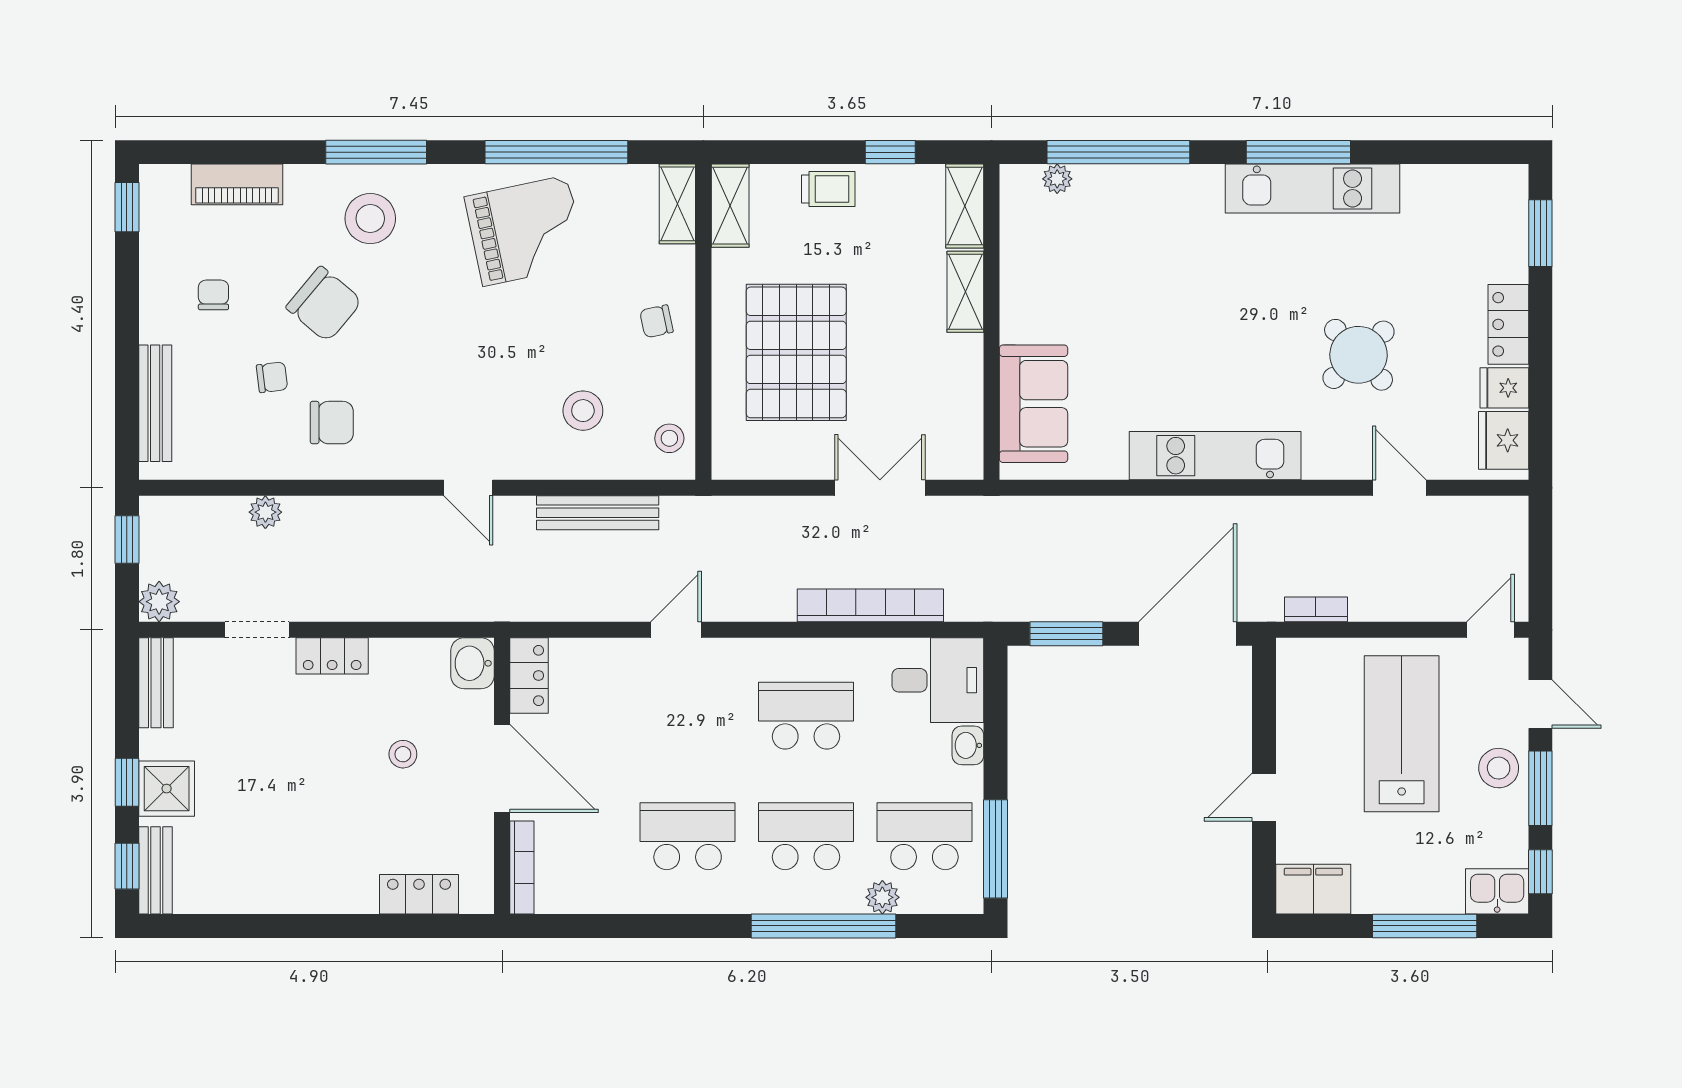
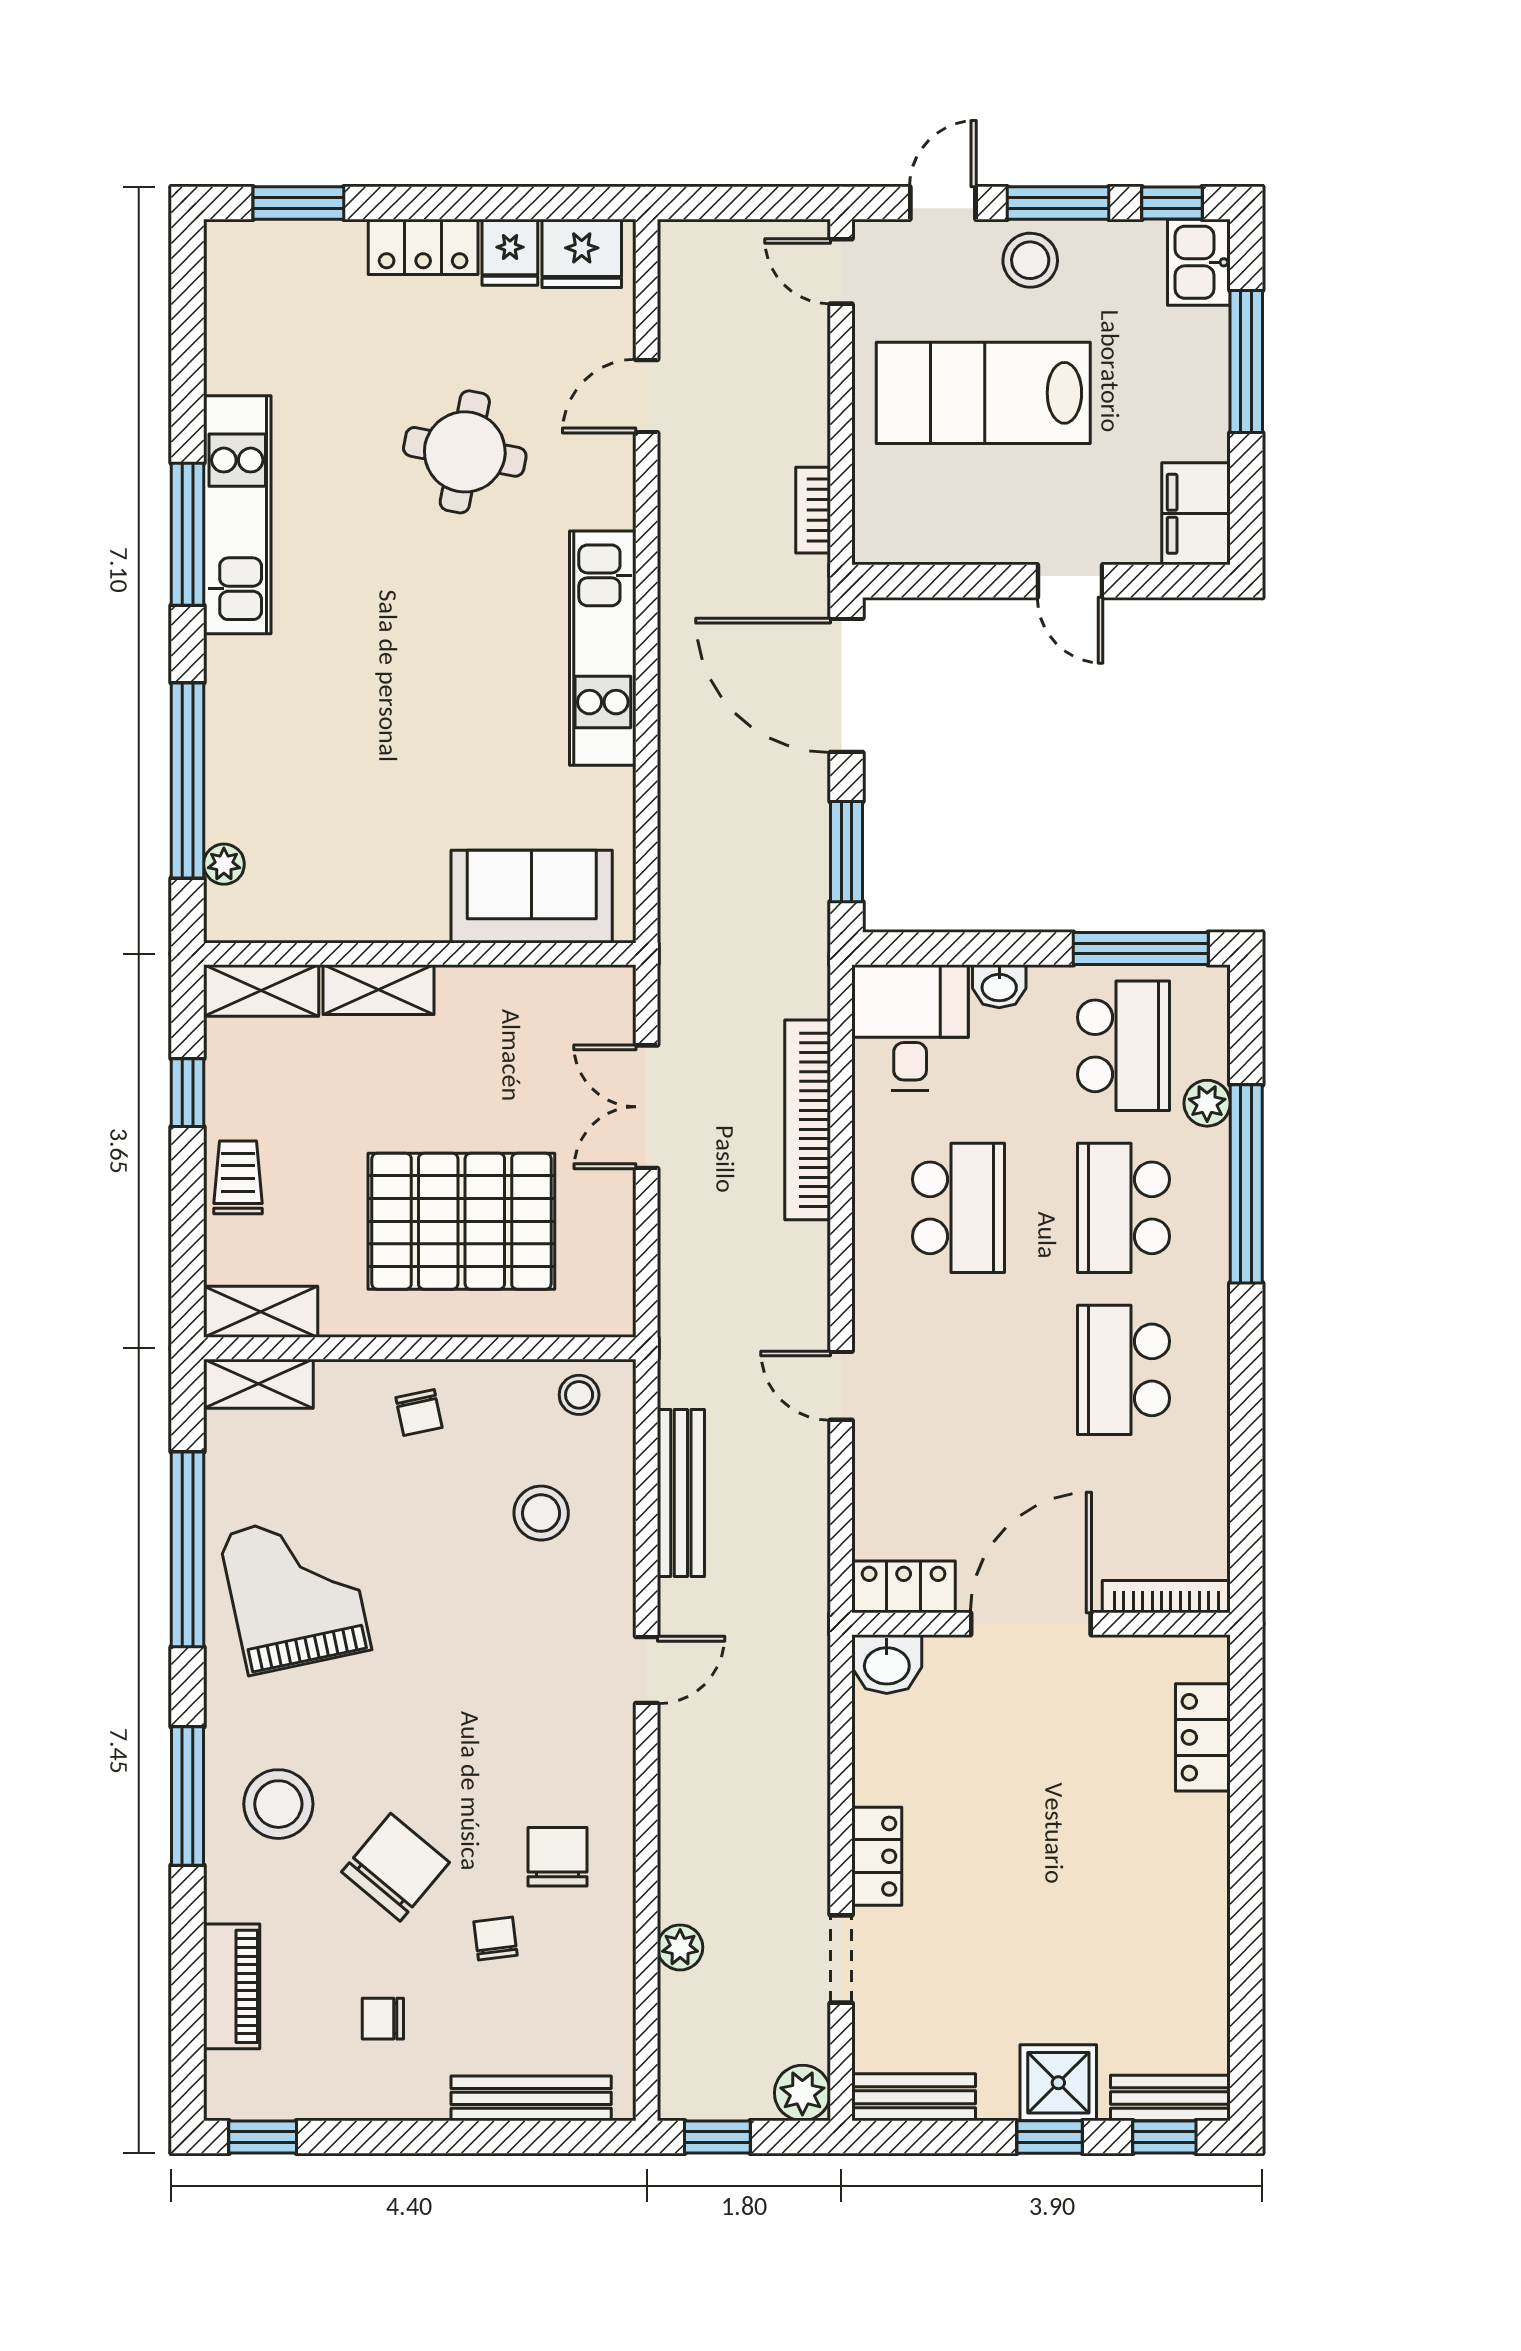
round table: (1359, 355) -> (465, 452), turned -36
school desk: (806, 716) -> (959, 1208), turned 180
stool: (403, 754) -> (1011, 1759), removed
school desk: (924, 836) -> (1123, 1046), turned 180

